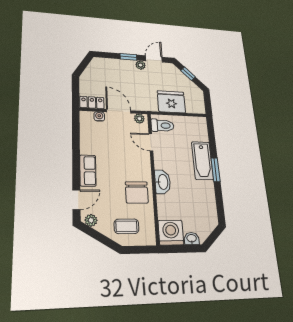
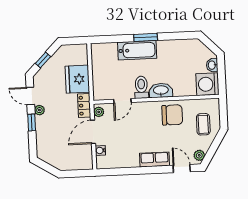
locker: (92, 103) -> (84, 106), moved
toilet: (163, 126) -> (141, 87), moved

